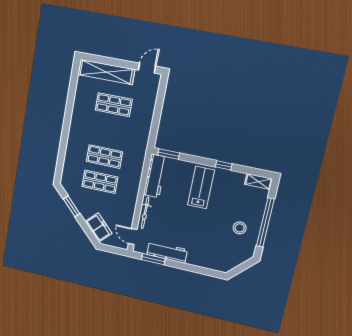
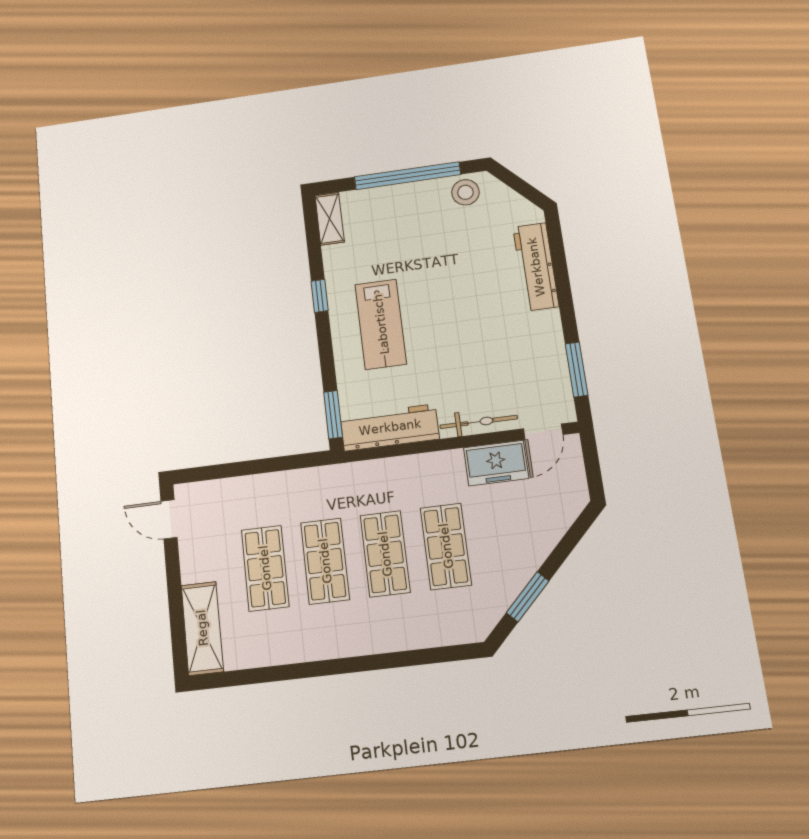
shelving: (106, 72) -> (202, 628), width x0.68
shop shelf: (109, 131) -> (325, 561), added
lab bench: (201, 187) -> (381, 324), turned -90
freezer: (99, 227) -> (496, 463), moved, turned -135
stool: (240, 228) -> (465, 192), moved
workbench: (167, 252) -> (536, 267), moved

